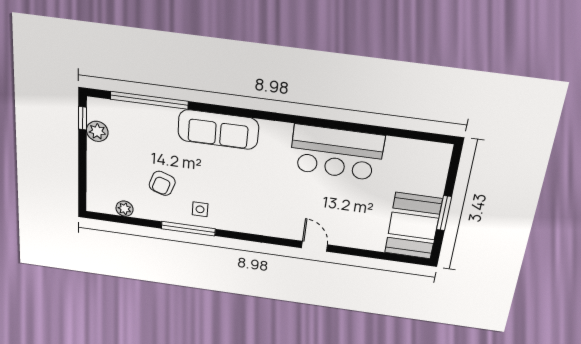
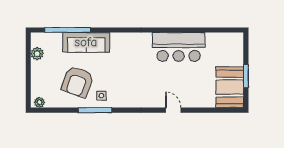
window: (83, 118) -> (28, 47), removed
sofa: (218, 130) -> (86, 42), moved
armchair: (162, 183) -> (77, 82), width x1.88, depth x1.88
plant: (125, 209) -> (39, 102), moved

